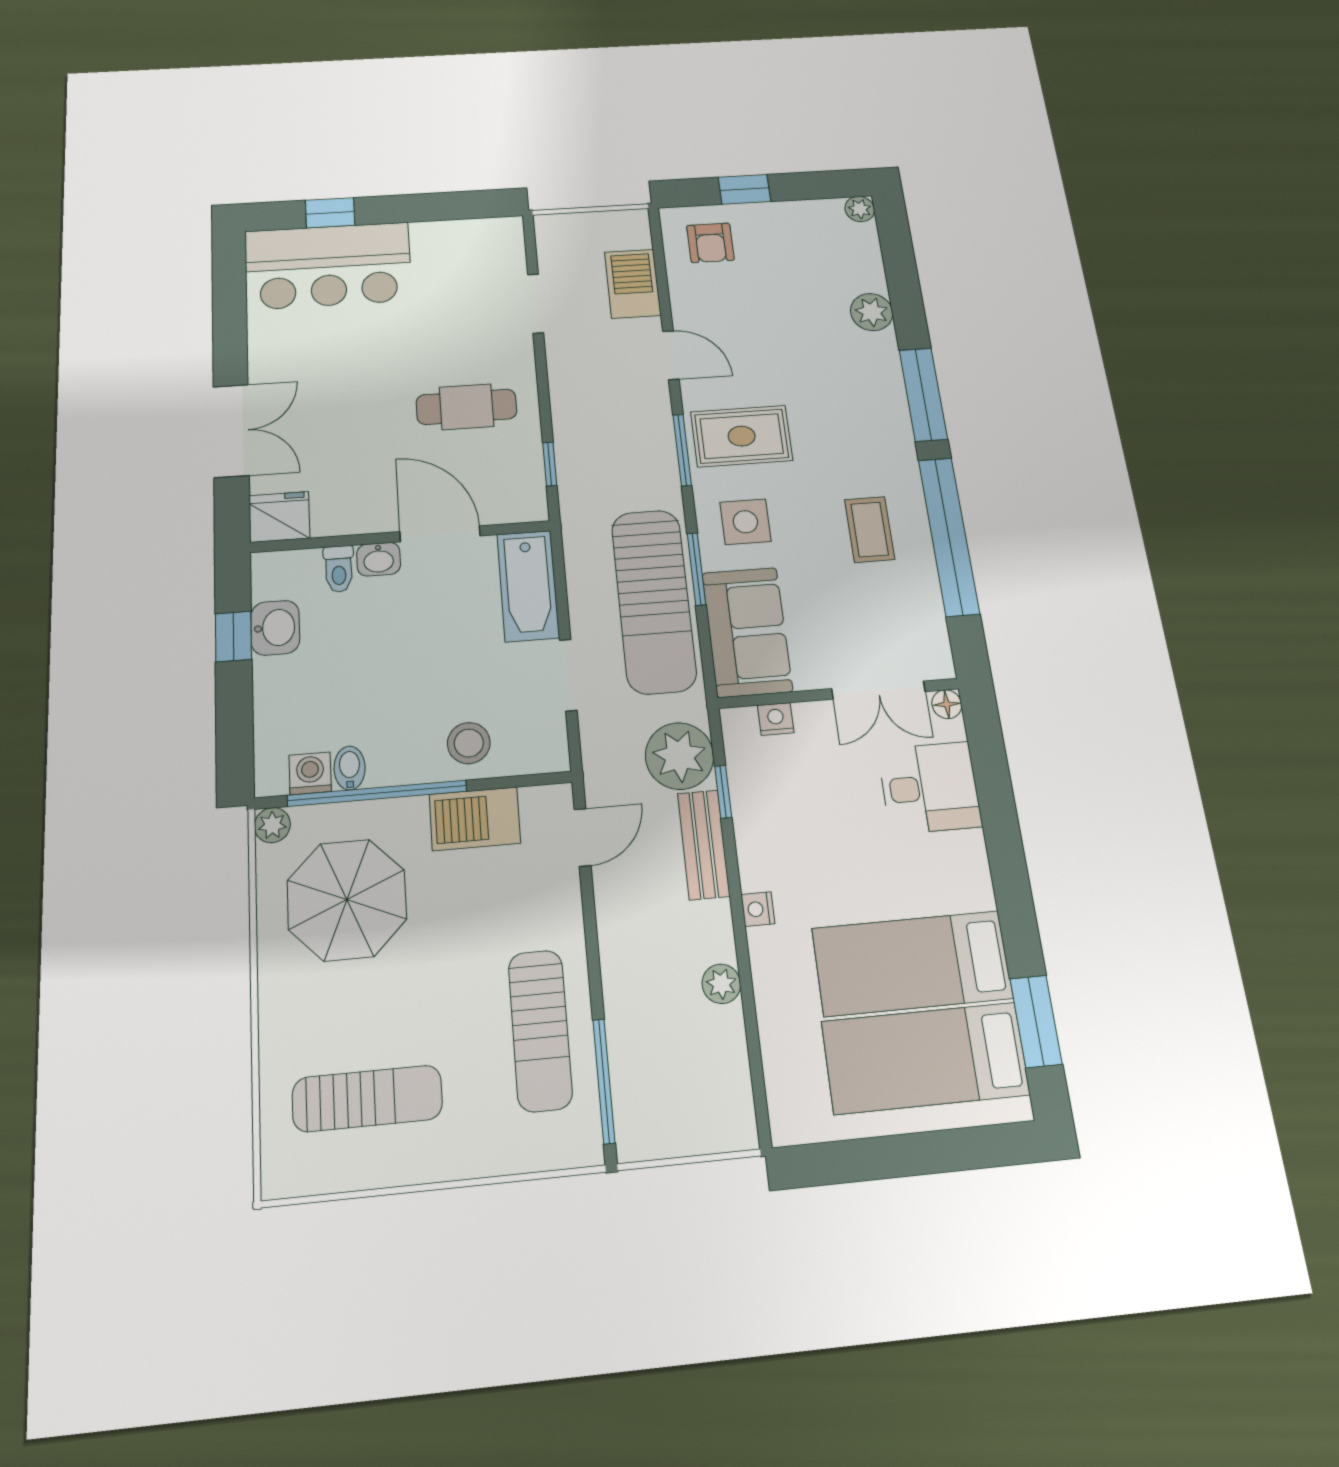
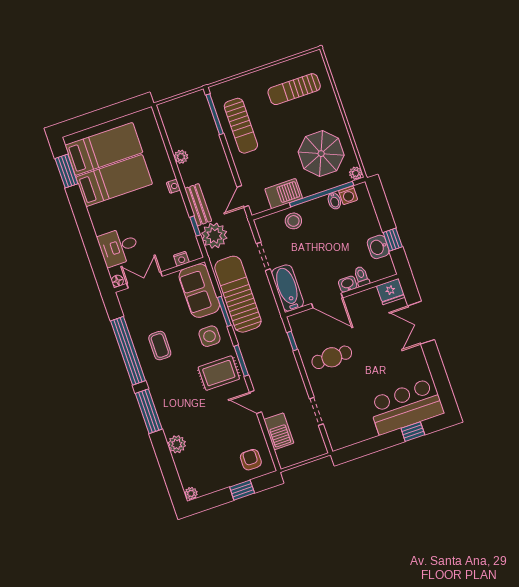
sun lounger: (540, 1030) -> (241, 126), turned 180

